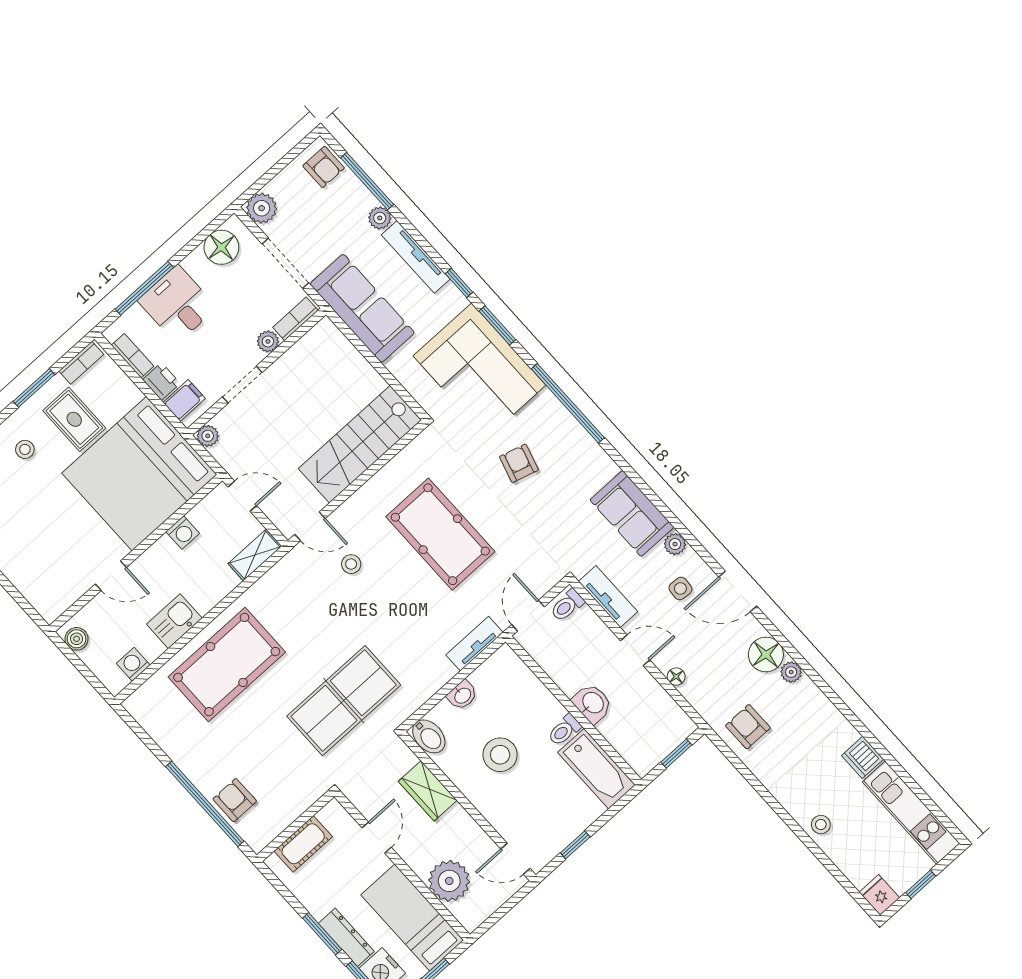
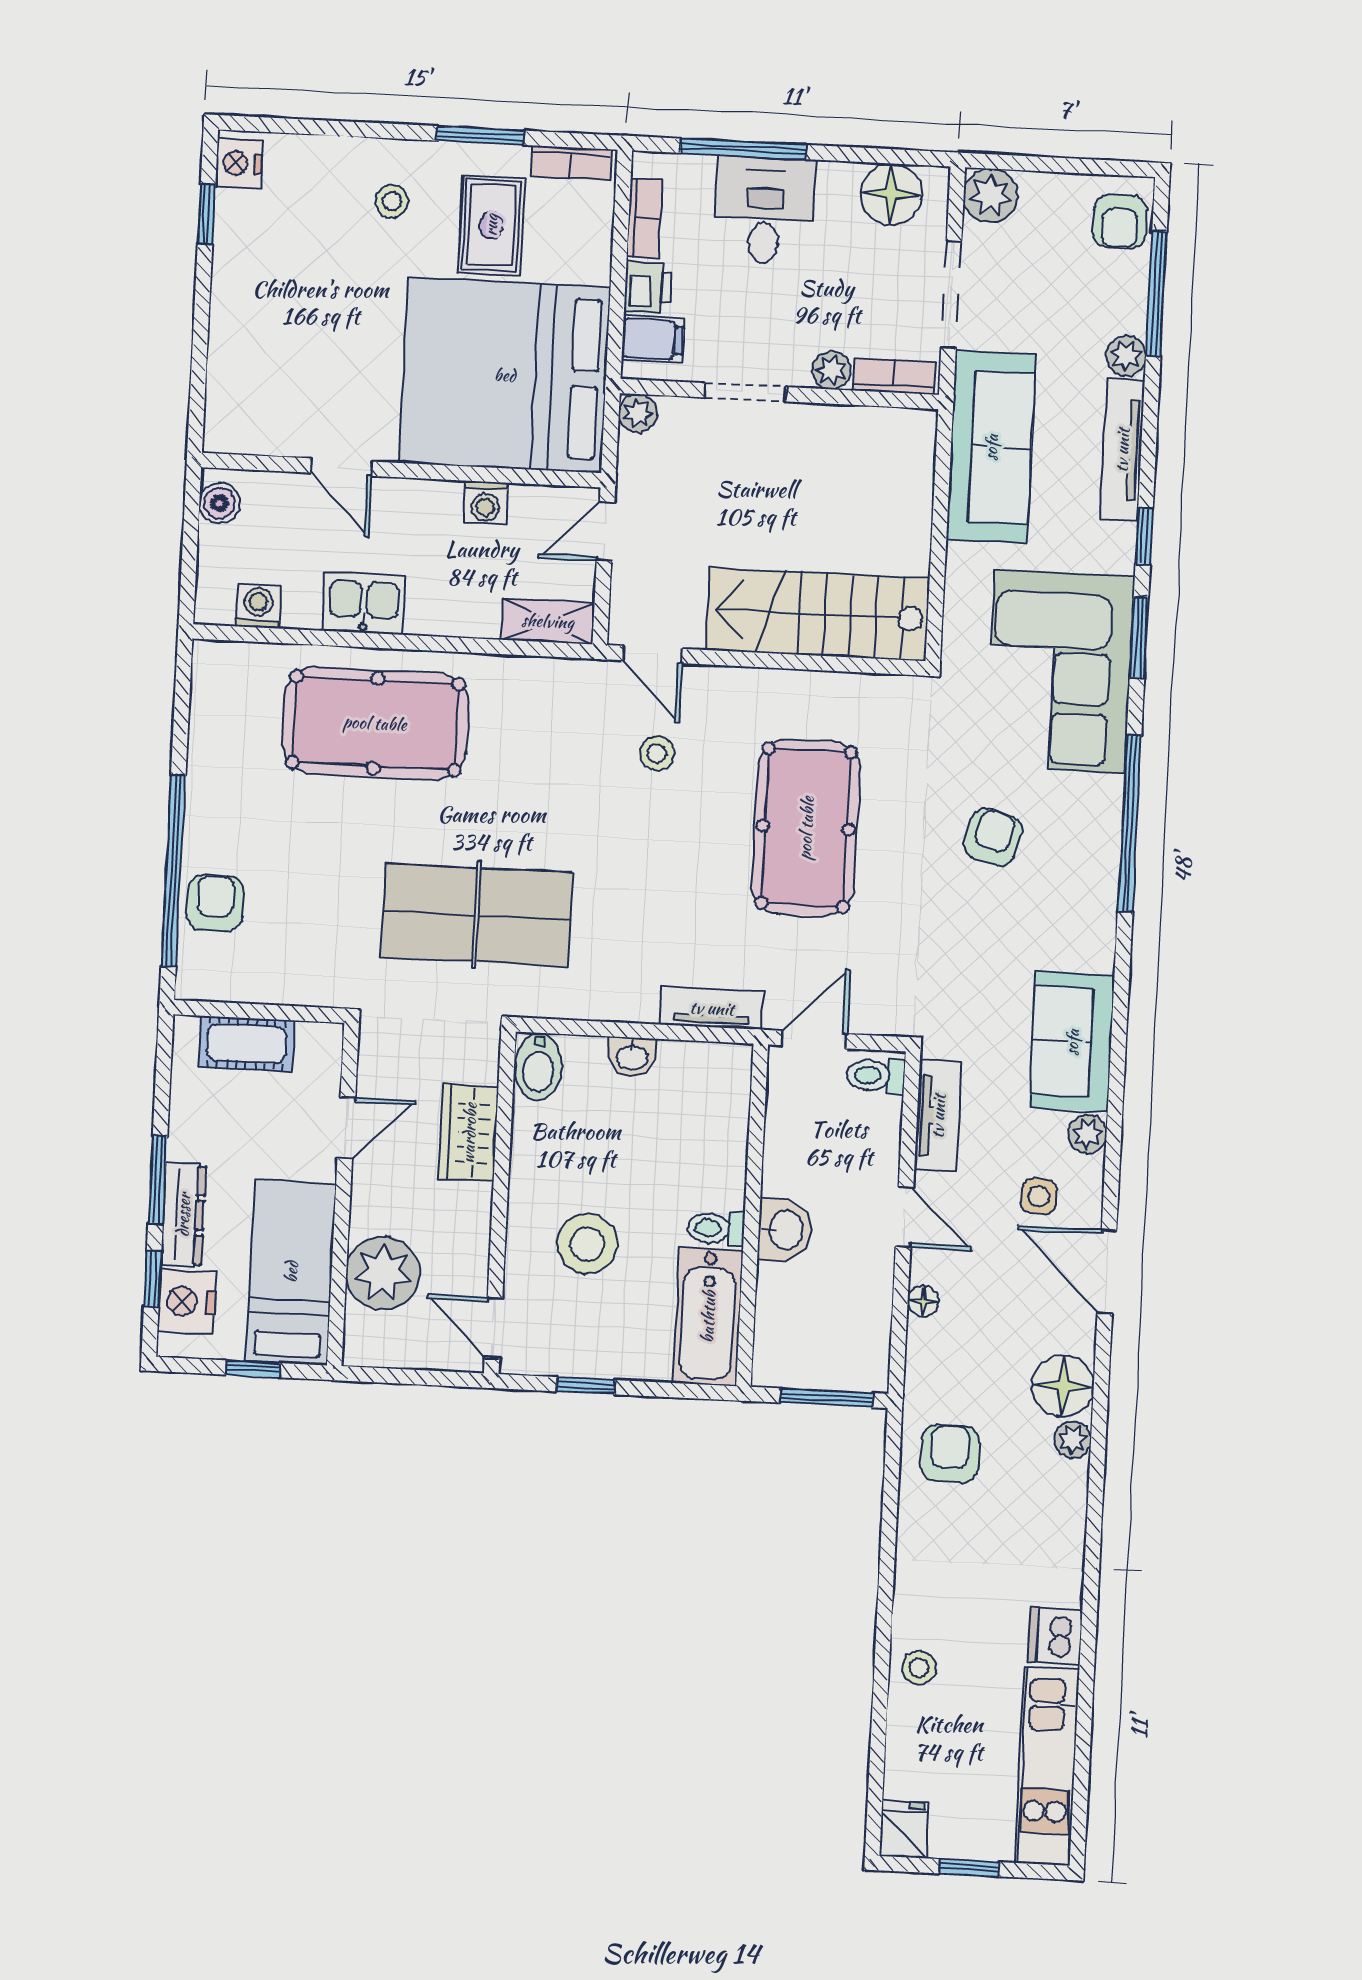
door: (242, 496) -> (605, 532), swing flipped
window: (676, 754) -> (827, 1398), width x1.50
stool: (500, 755) -> (587, 1244), moved

